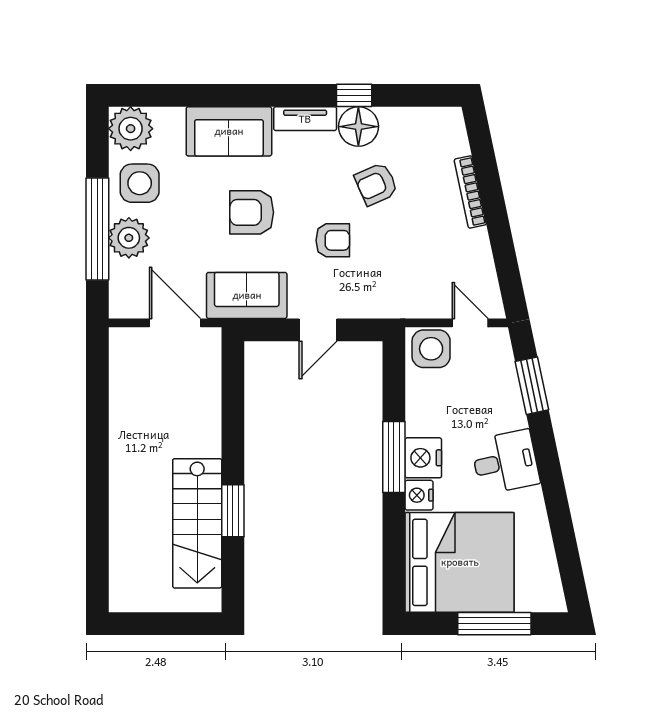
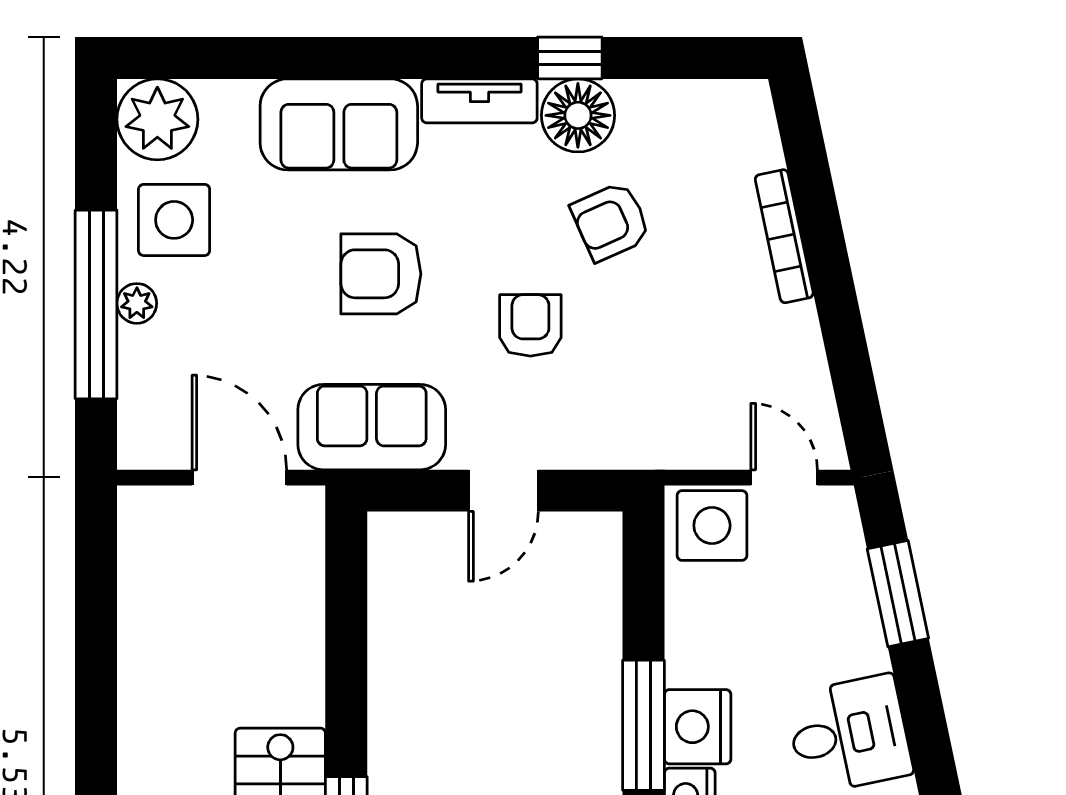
plant: (129, 238) -> (137, 303), width x0.53, depth x0.53
armchair: (333, 240) -> (530, 325), turned -90

